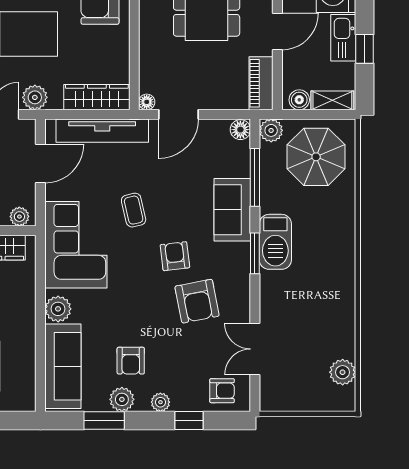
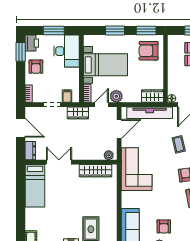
wardrobe: (97, 97) -> (152, 96), width x0.67
coffee table: (134, 210) -> (179, 144), moved
plant: (58, 309) -> (128, 201), removed

